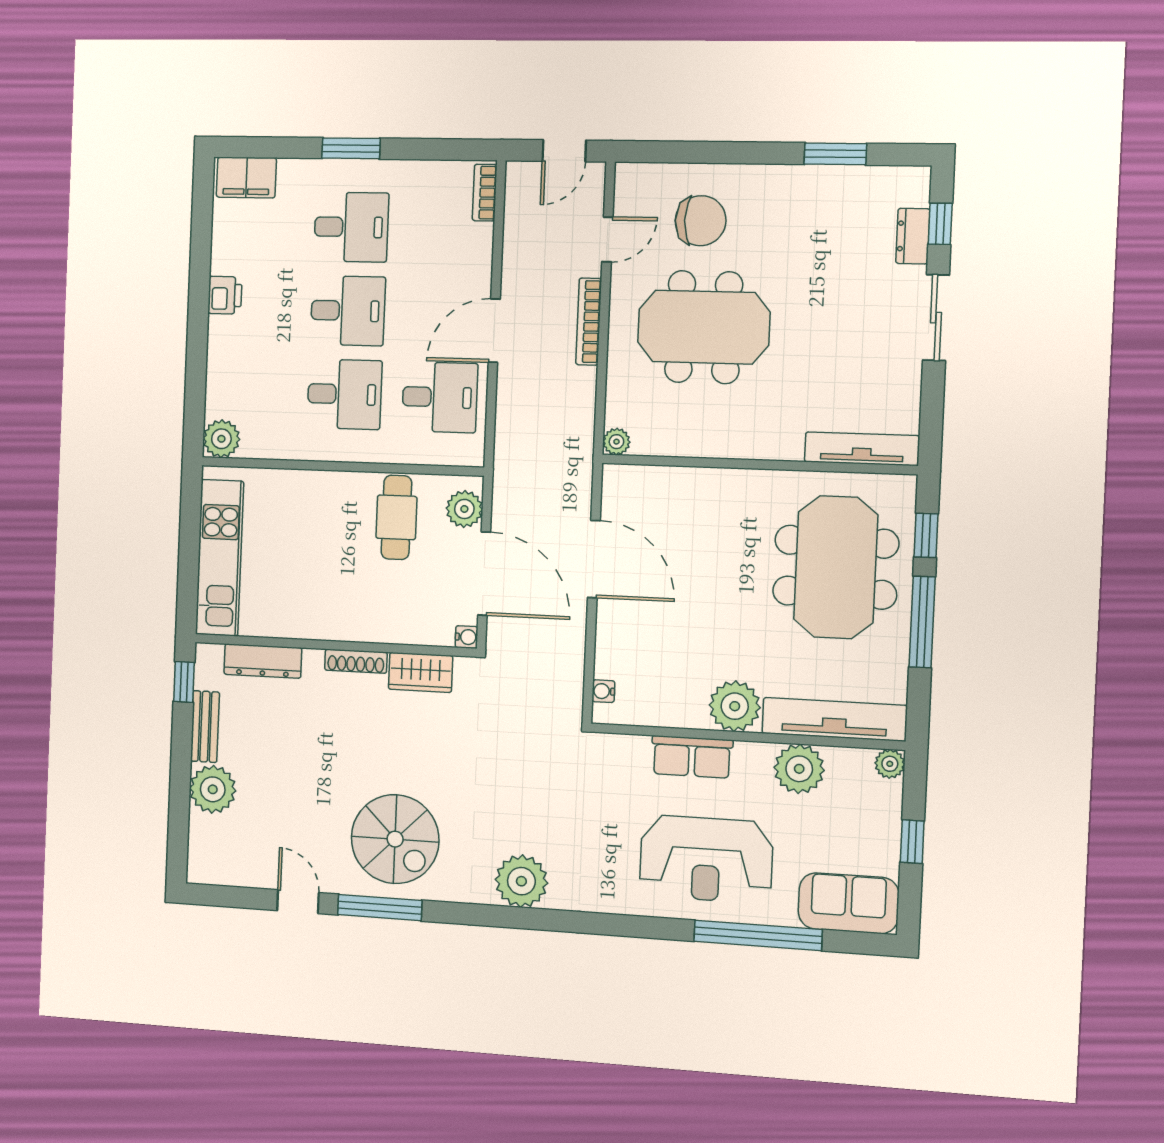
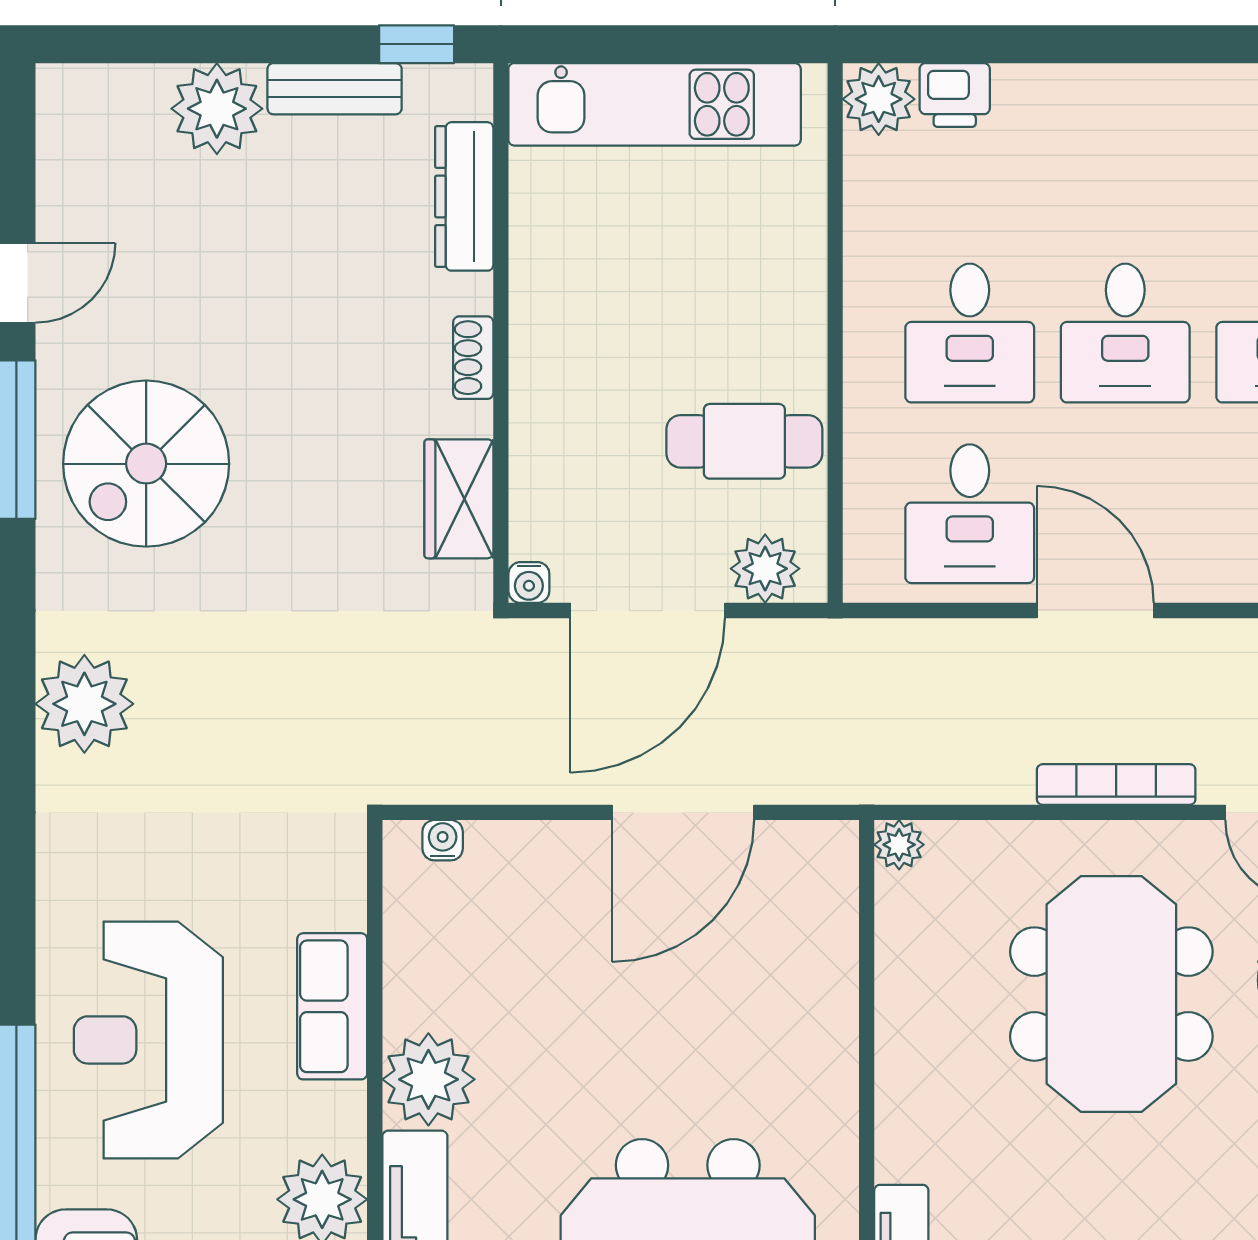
printer: (225, 295) -> (955, 95), moved
shoe rack: (356, 661) -> (473, 358), width x0.70

